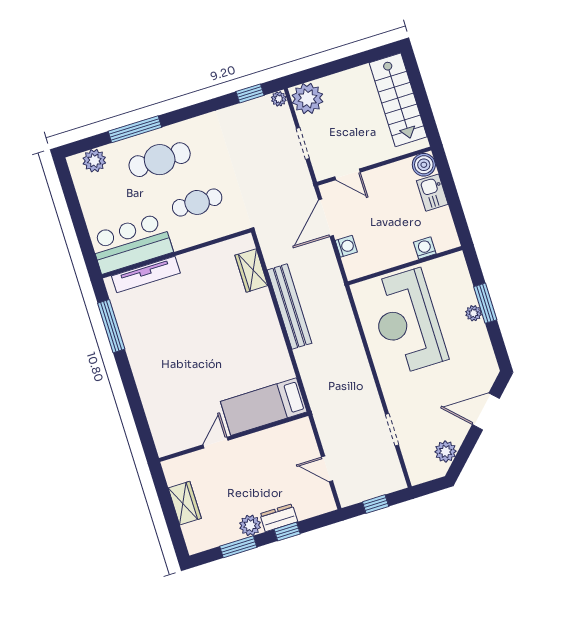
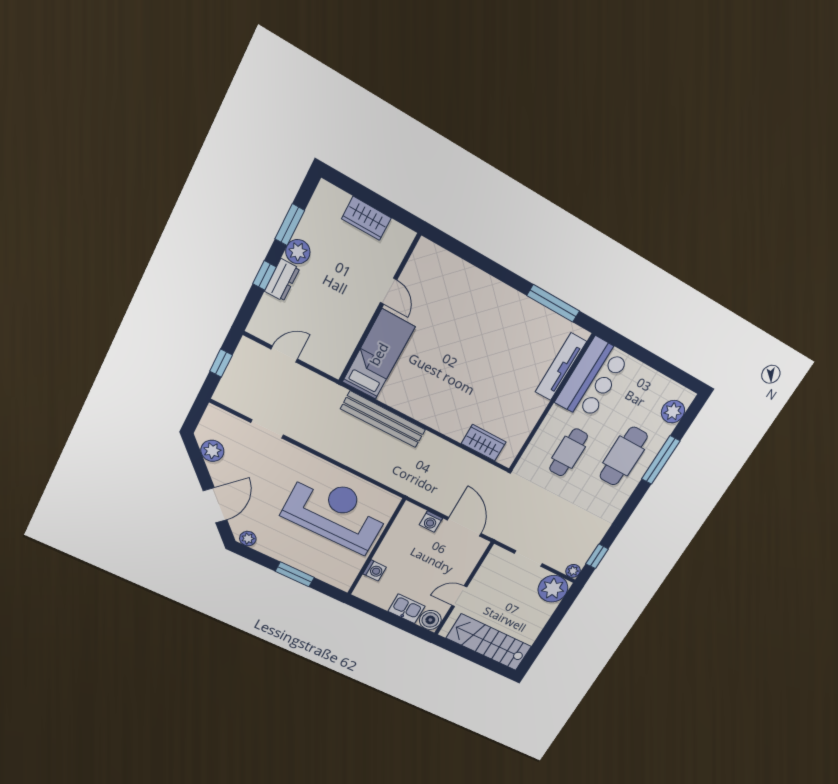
door: (348, 174) -> (459, 596), moved
bench: (290, 307) -> (383, 419), moved
plant: (474, 313) -> (248, 539), moved

